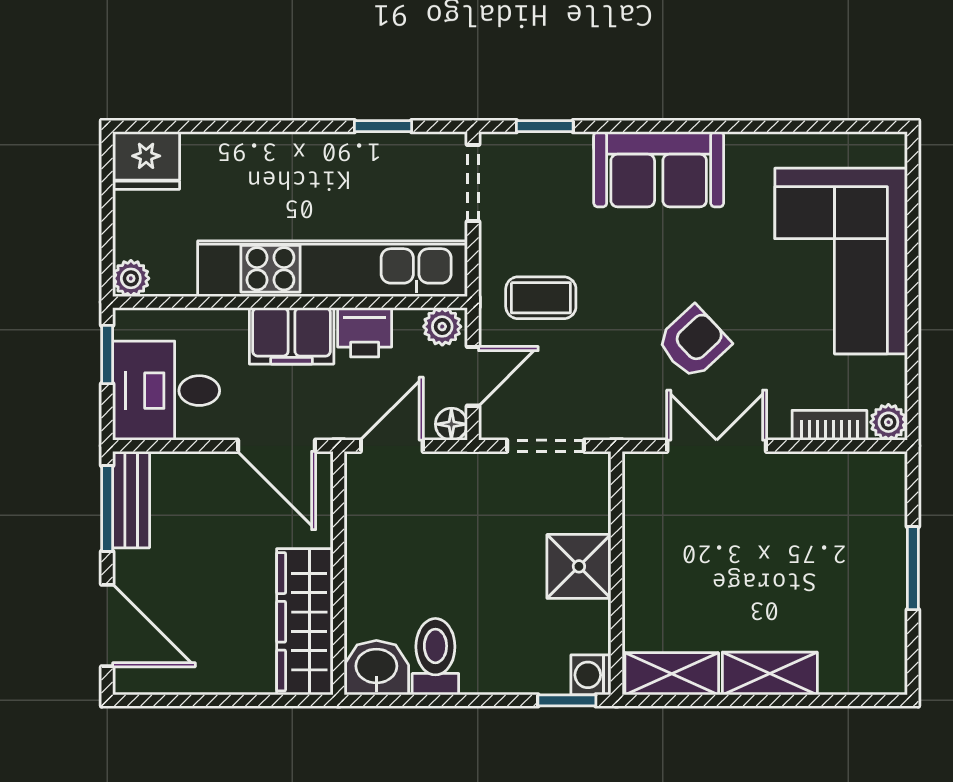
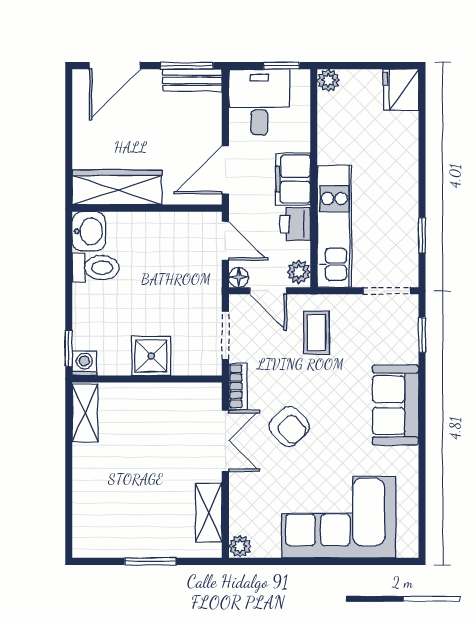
kitchen unit: (333, 269) -> (334, 226), width x0.73
bookcase: (829, 425) -> (238, 386), moved
shelving: (770, 673) -> (209, 513), moved

